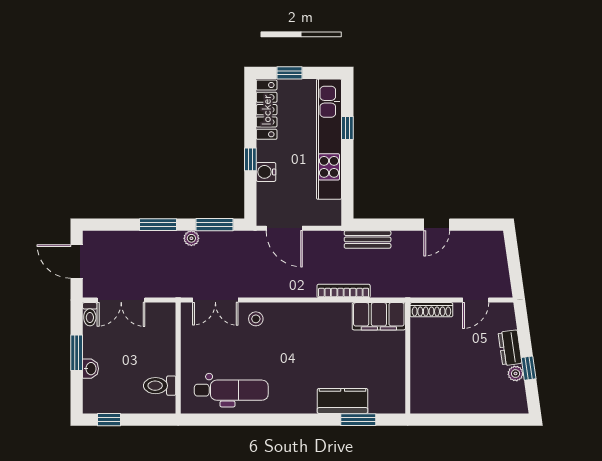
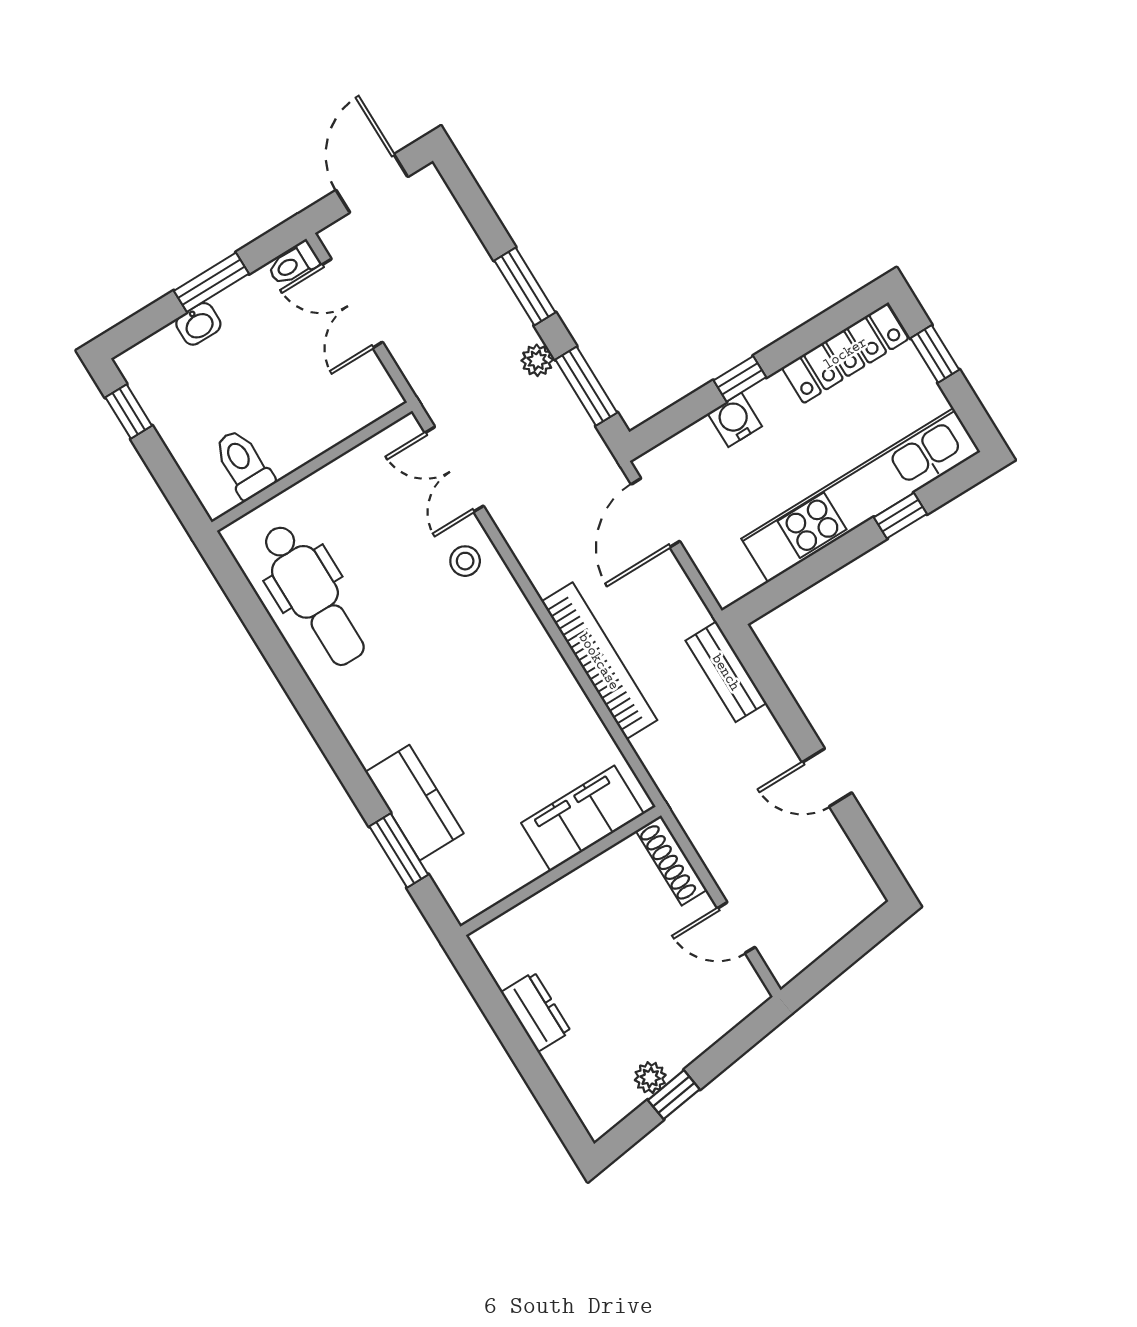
bookcase: (344, 291) -> (599, 661), width x1.48, depth x1.31
filing cabinet: (379, 316) -> (583, 818), moved, turned 90
dresser: (510, 348) -> (536, 1012), moved, turned 98

